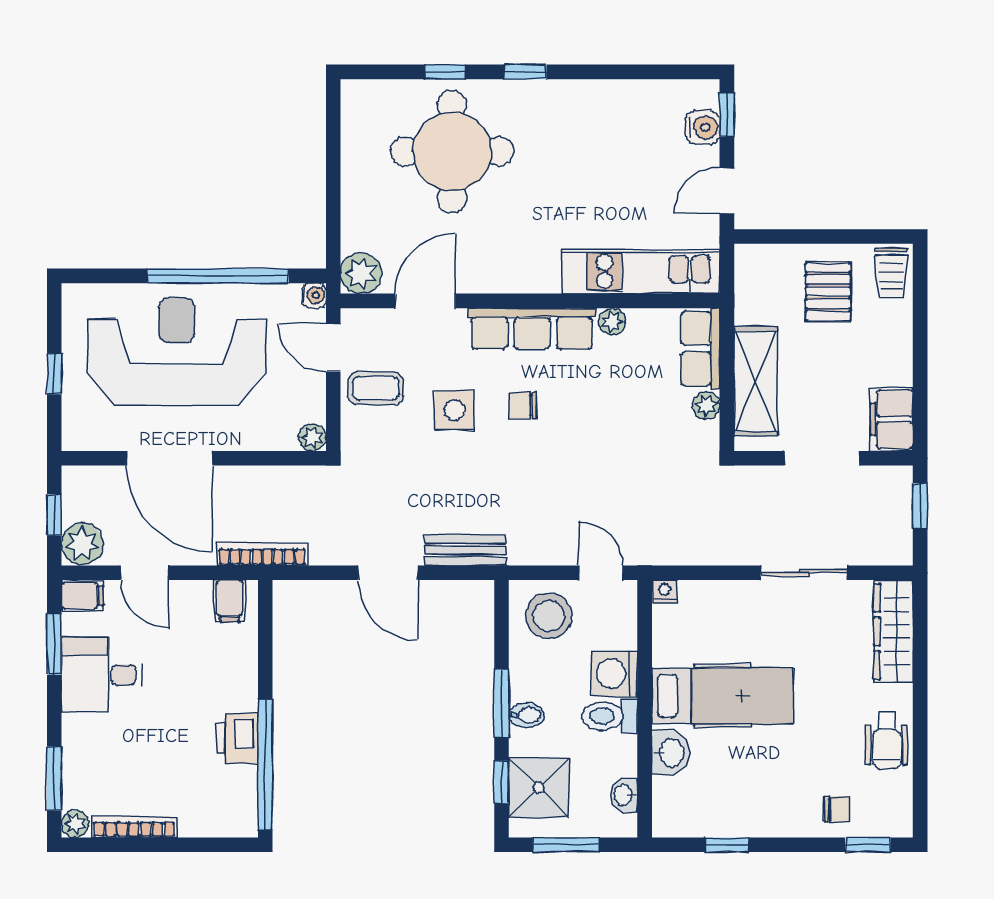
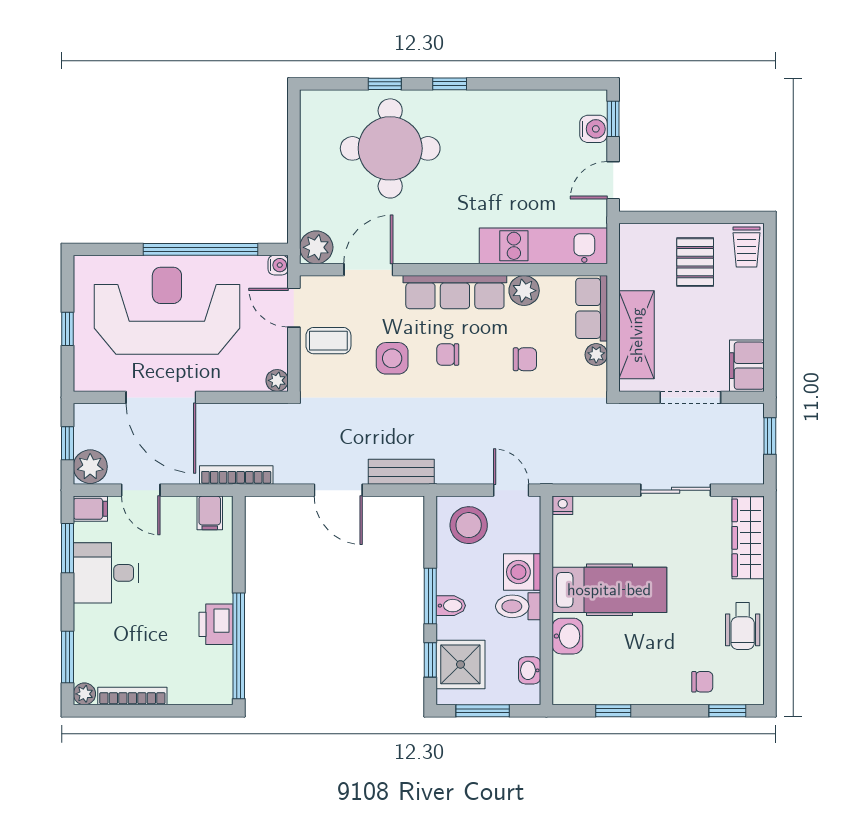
plant: (612, 322) -> (524, 291), width x1.38, depth x1.38
chair: (618, 411) -> (525, 359), added

